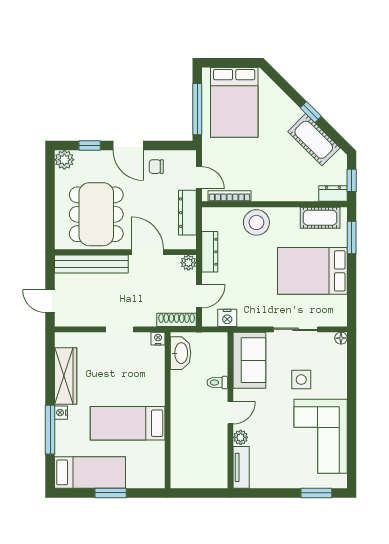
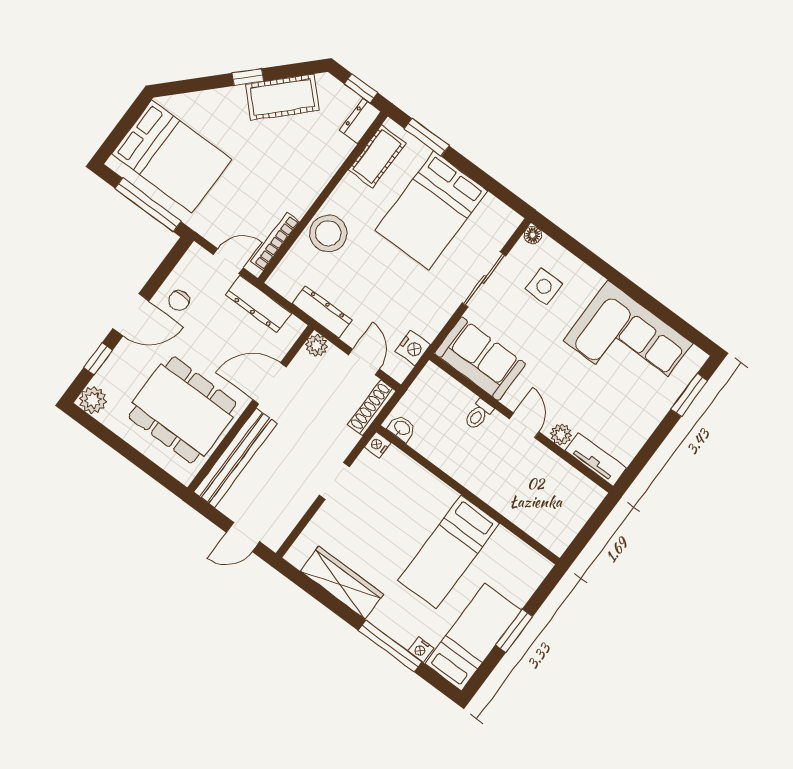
washbasin: (181, 353) -> (402, 428), width x0.52, depth x0.69
side table: (301, 380) -> (544, 286), moved
nightstand: (61, 413) -> (421, 649), moved

